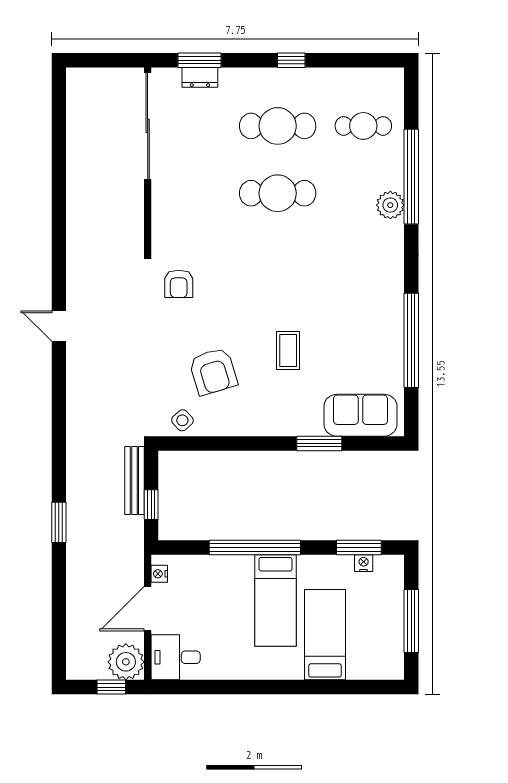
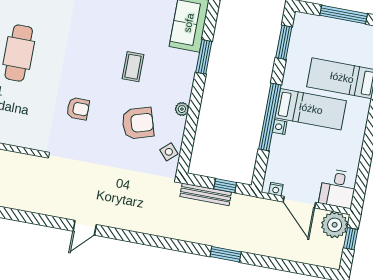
armchair: (179, 284) -> (78, 109), moved
coffee table: (288, 351) -> (133, 67), turned 90
plant: (243, 427) -> (182, 109), added
nightstand: (364, 563) -> (280, 127), moved

